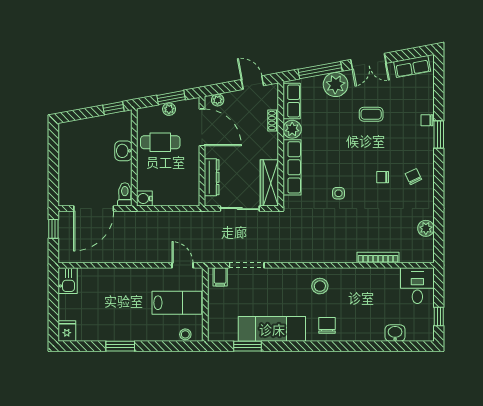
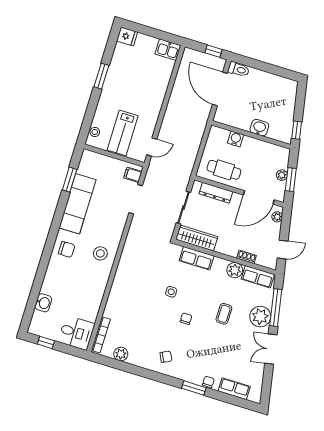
row of seats: (412, 66) -> (234, 389), moved, turned 100
coffee table: (371, 114) -> (224, 314), moved
cafe table: (160, 142) -> (224, 170), moved, turned 90
row of seats: (292, 167) -> (197, 258), width x0.68
chair: (383, 177) -> (186, 319), moved
toilet: (125, 194) -> (239, 69), moved
water cooler: (144, 198) -> (236, 139), moved
bookcase: (378, 257) -> (101, 335), moved

